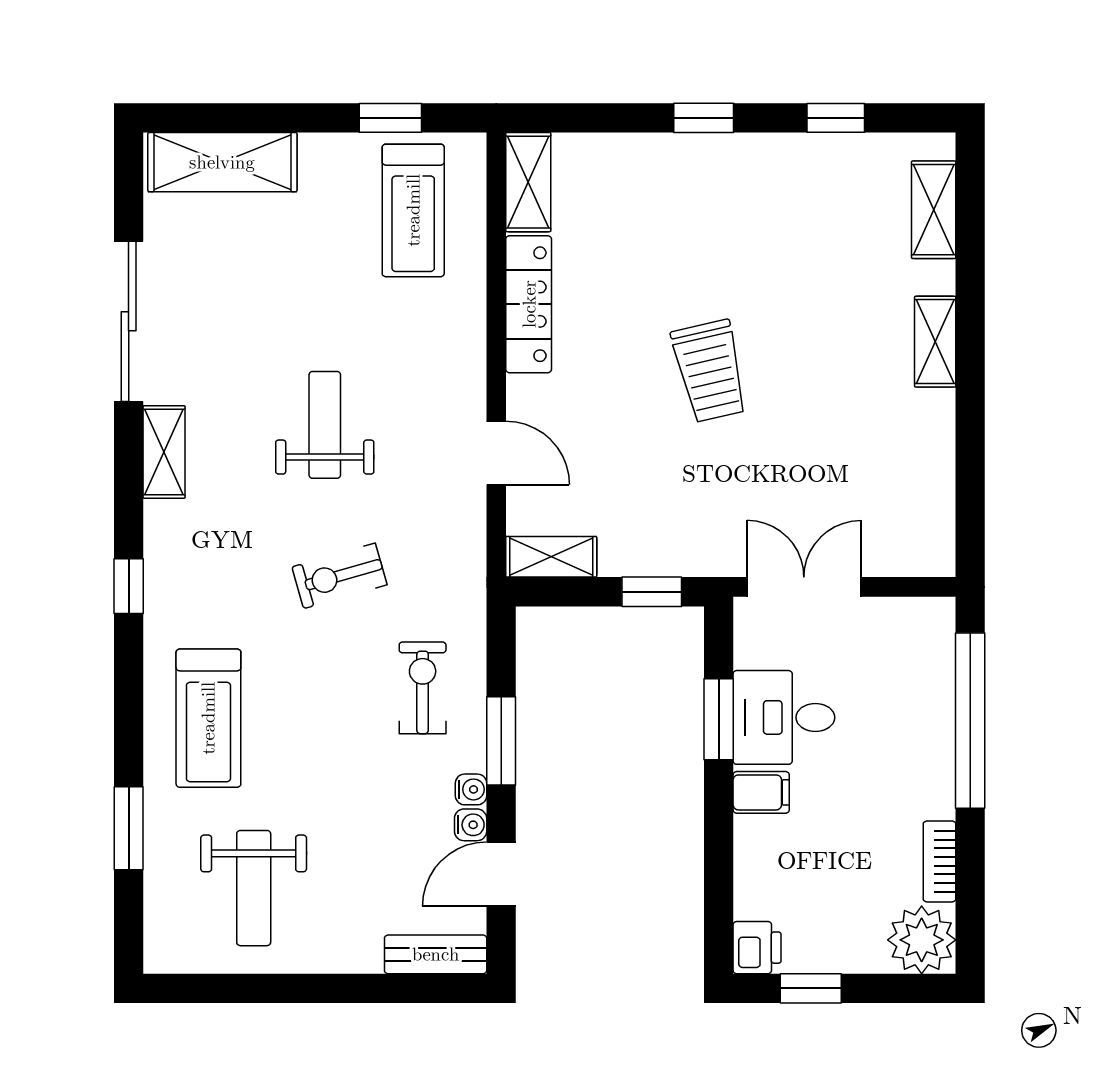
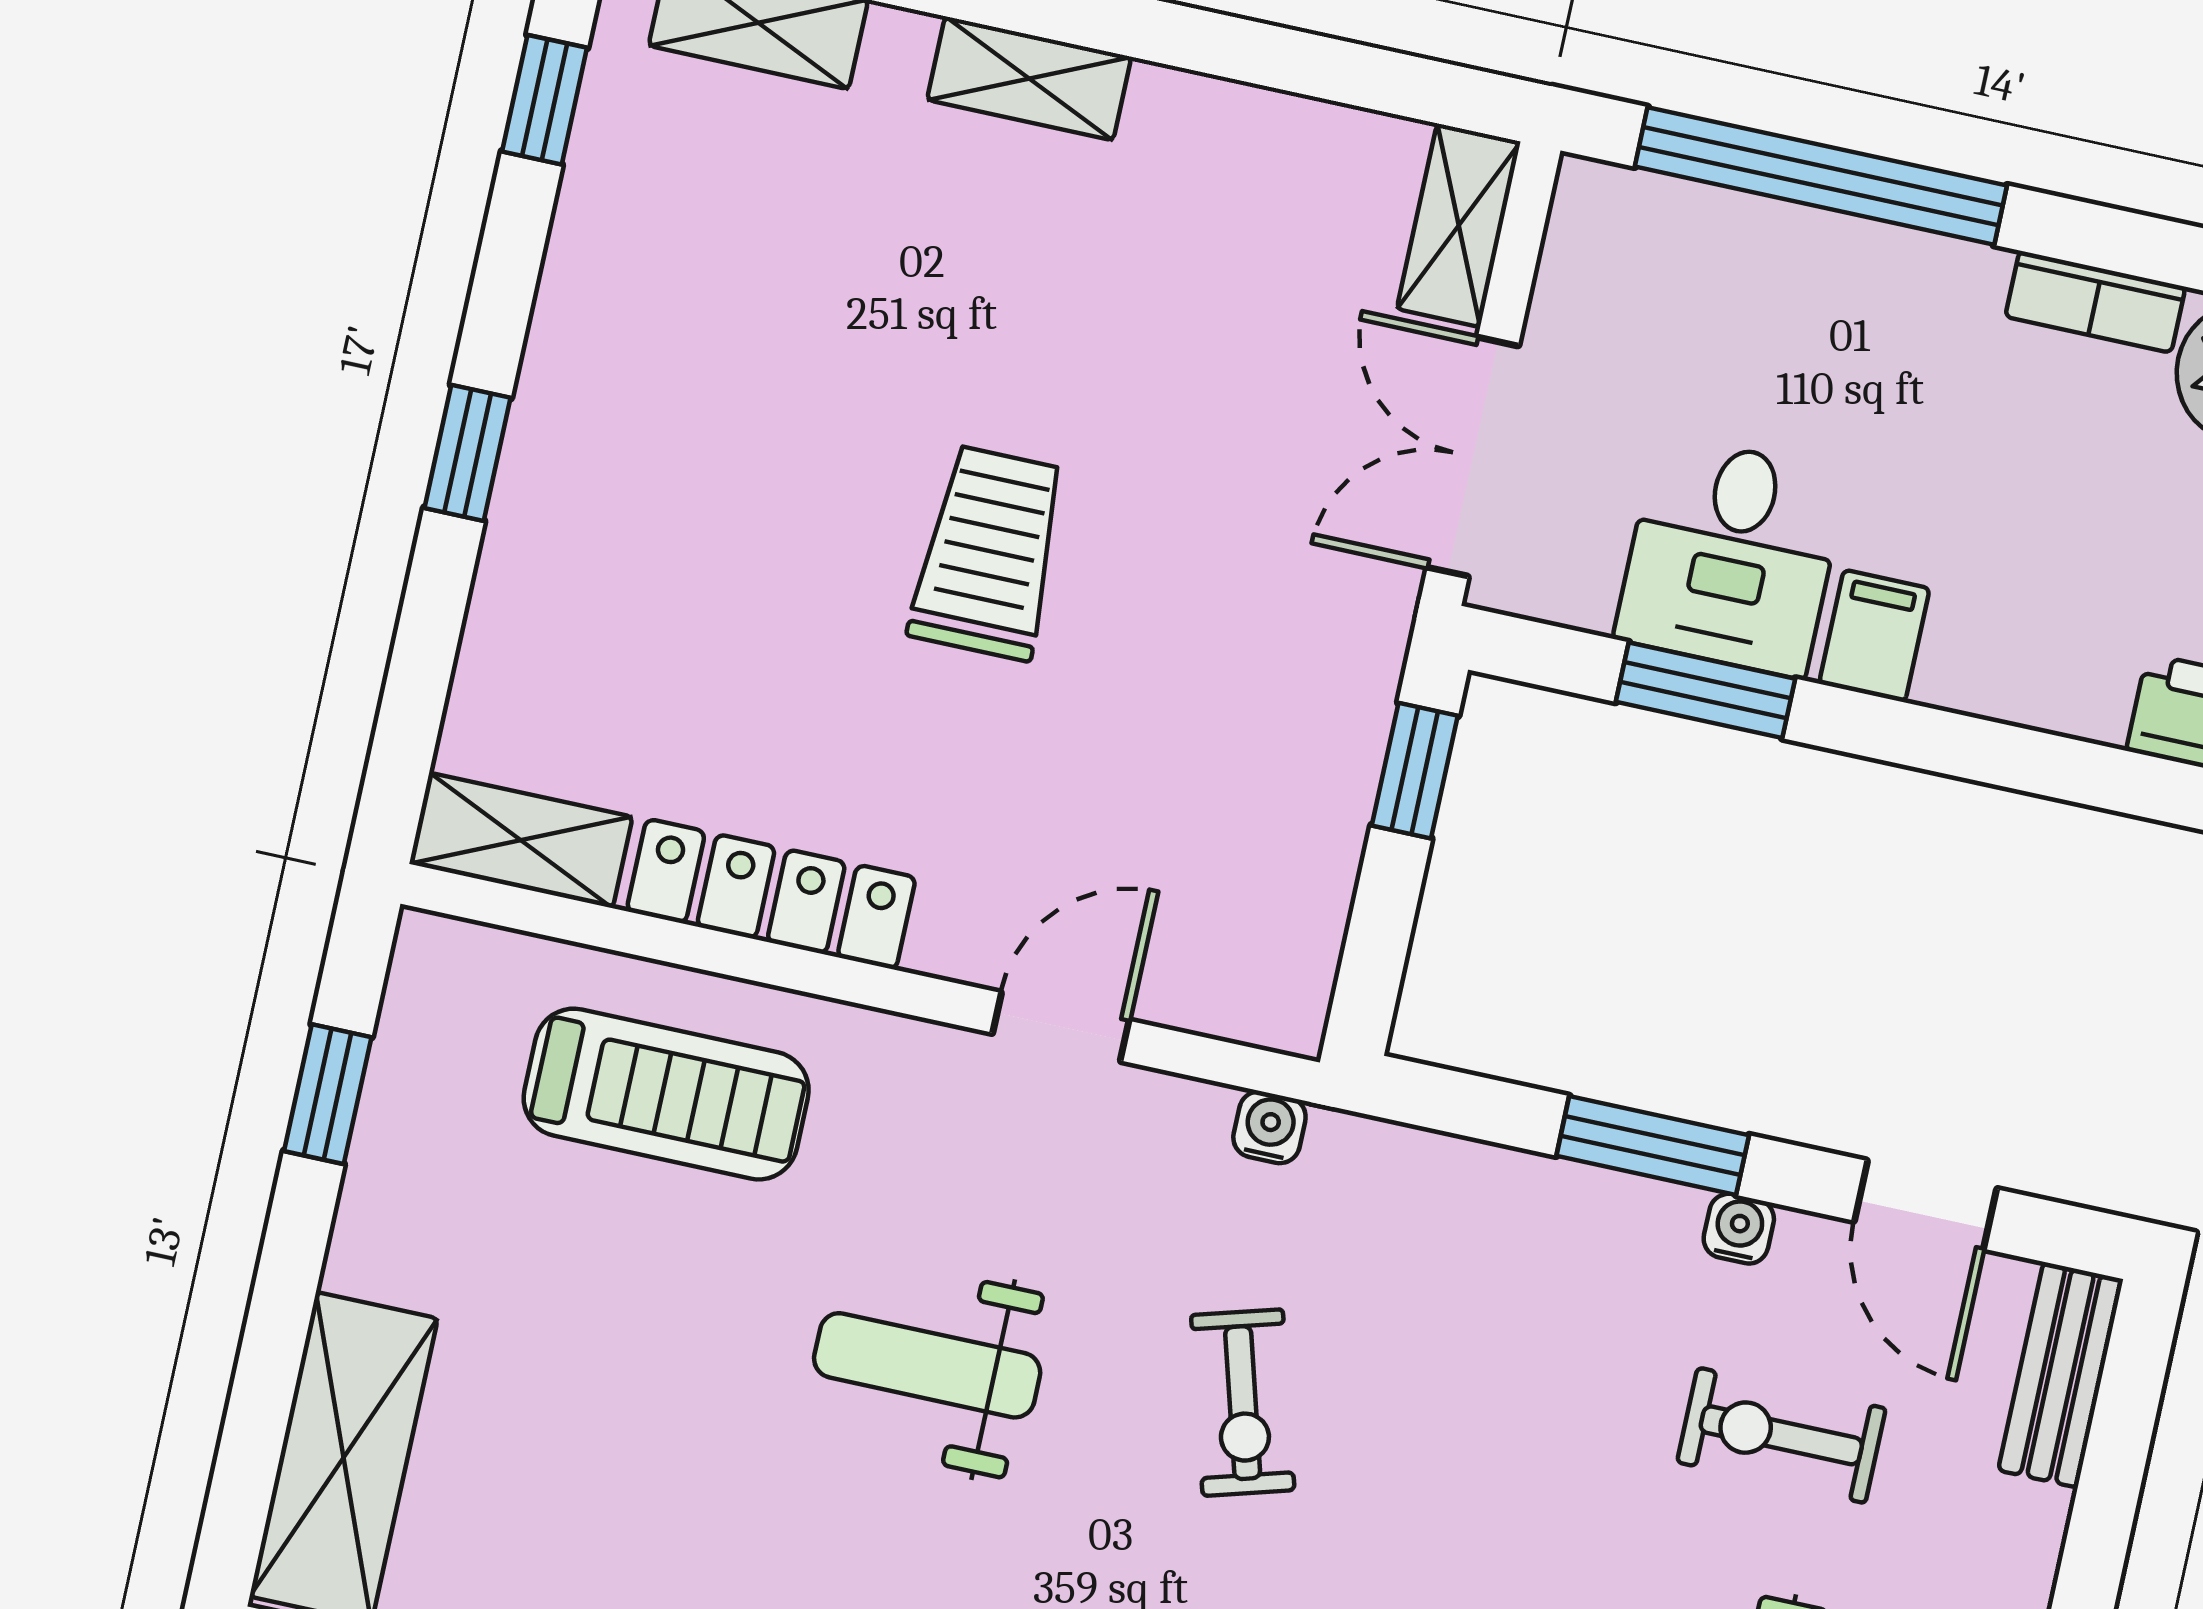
window: (836, 118) -> (545, 100), moved
treadmill: (413, 210) -> (666, 1094), moved
trolley: (710, 371) -> (989, 553), turned -77
shelving: (551, 557) -> (1459, 225), moved
exercise bike: (423, 688) -> (1781, 1435), moved
water cooler: (471, 825) -> (1269, 1127), moved

